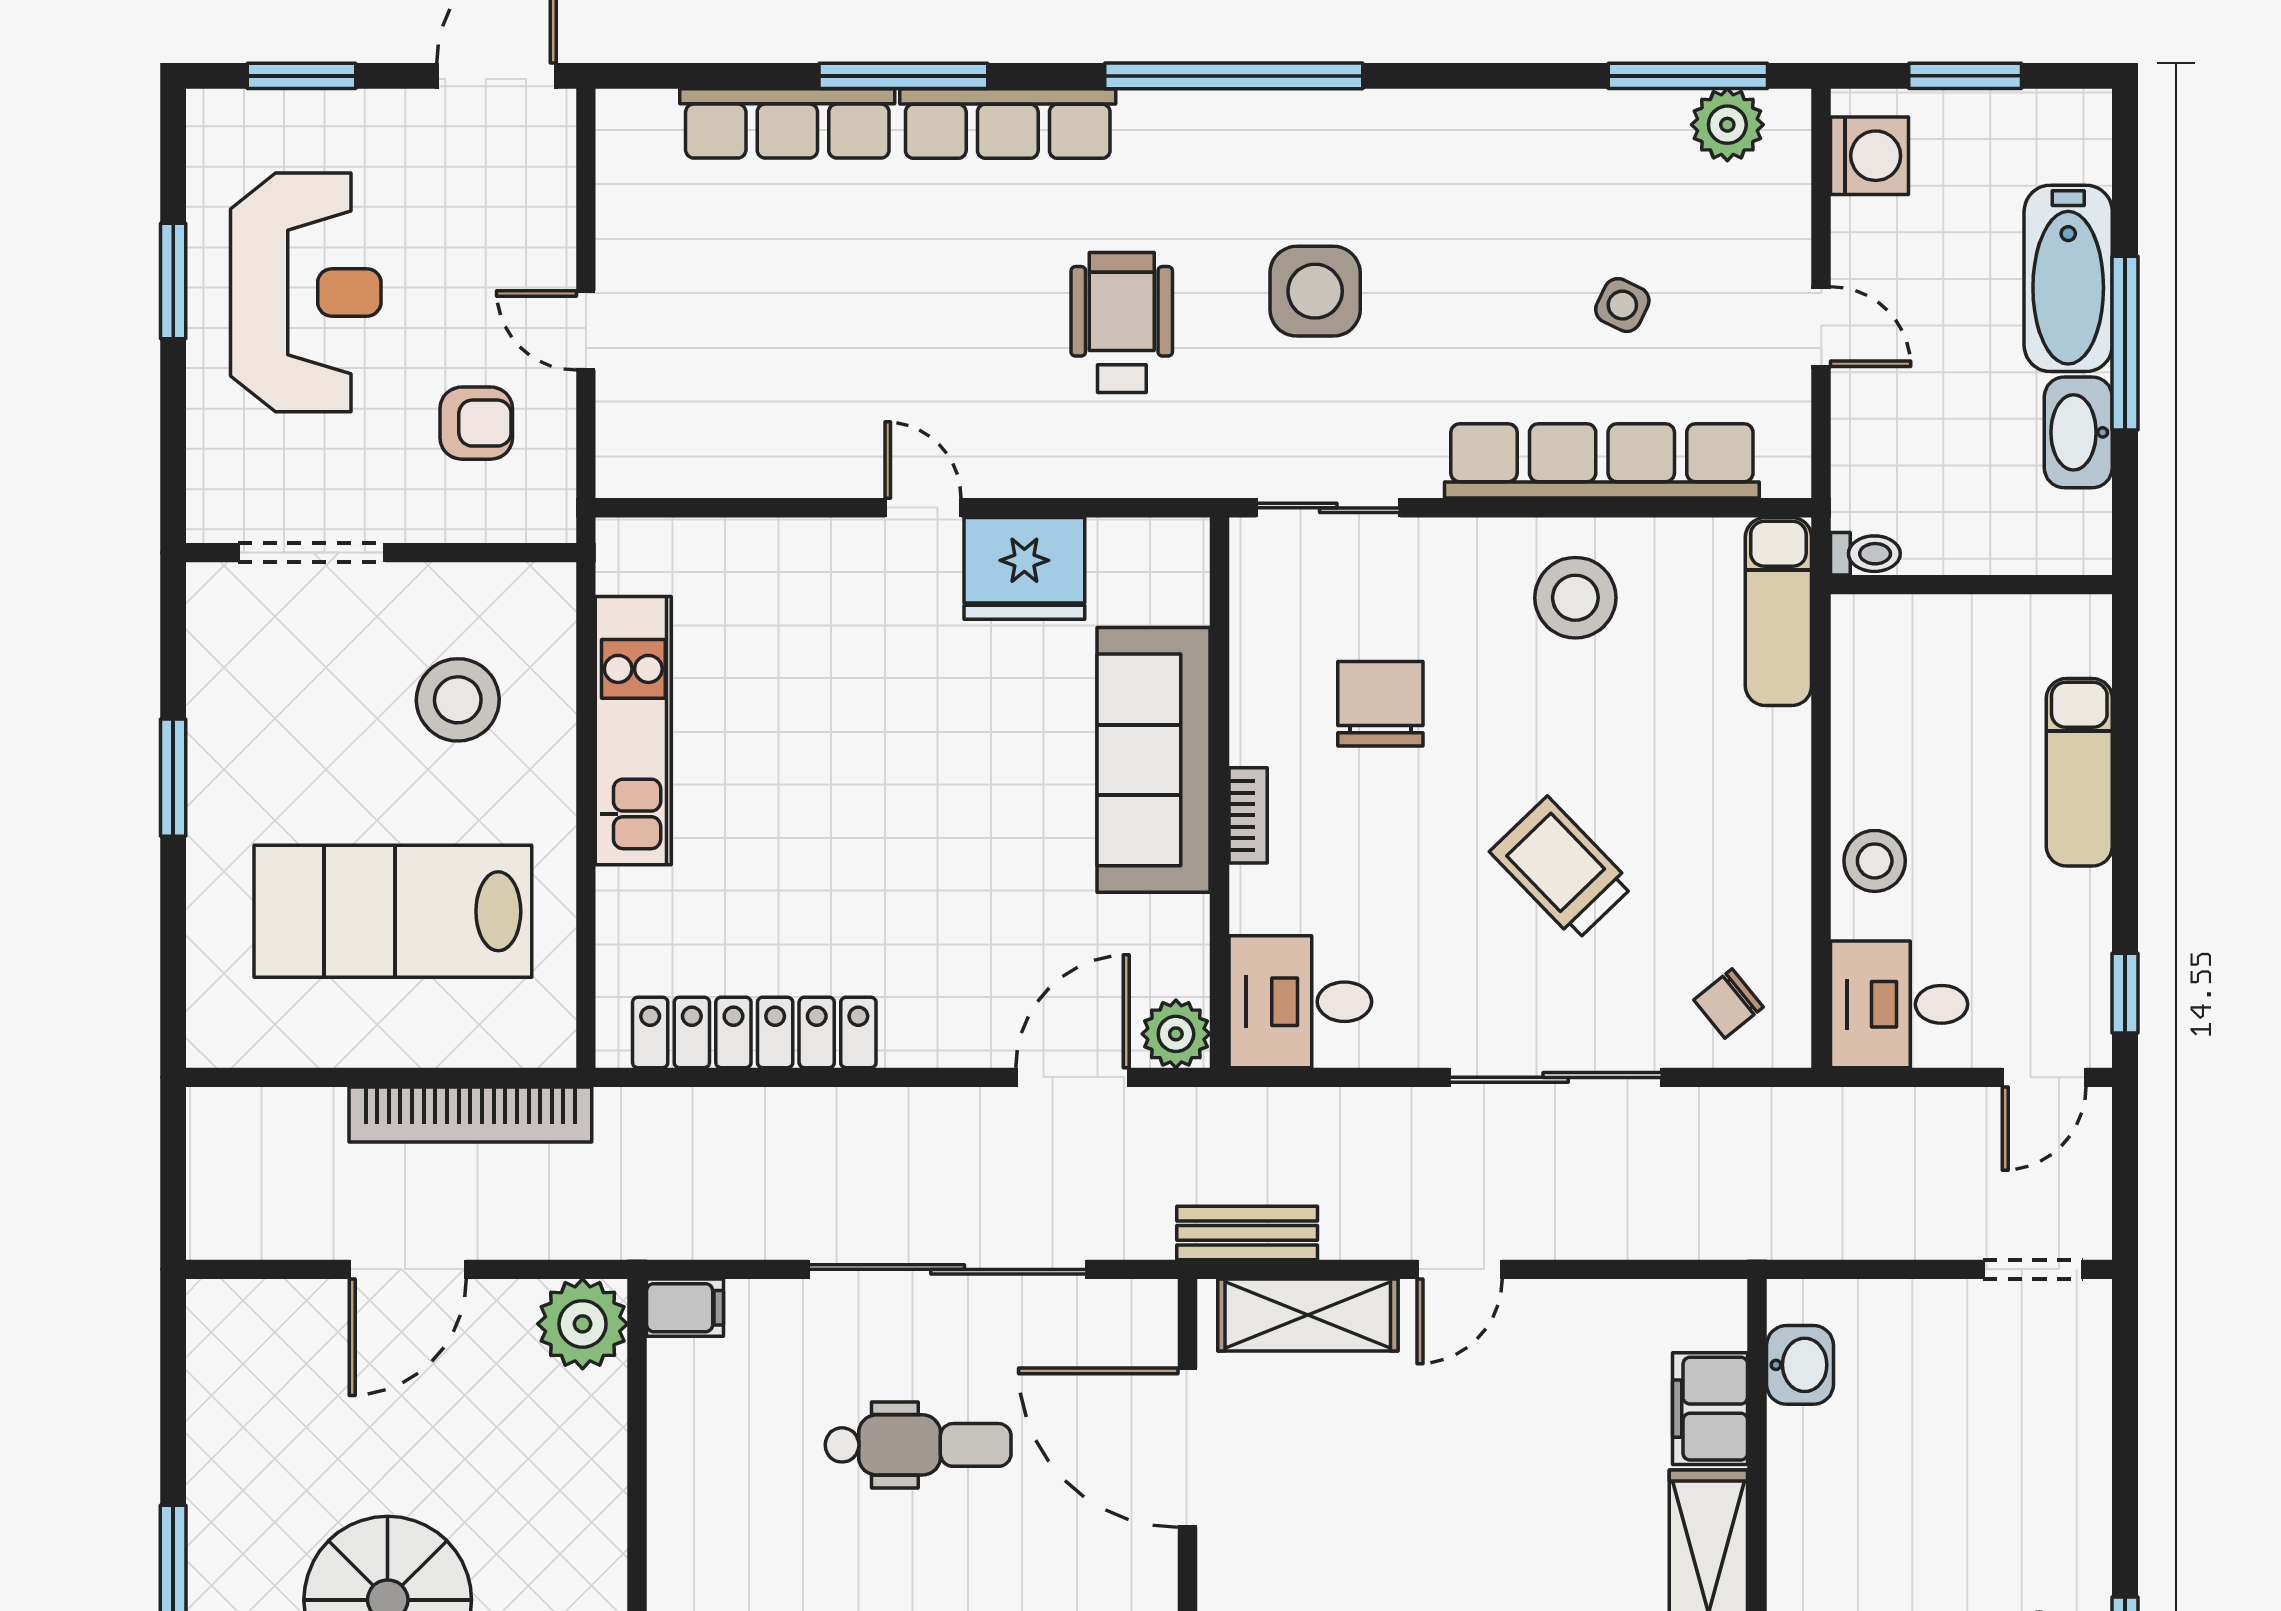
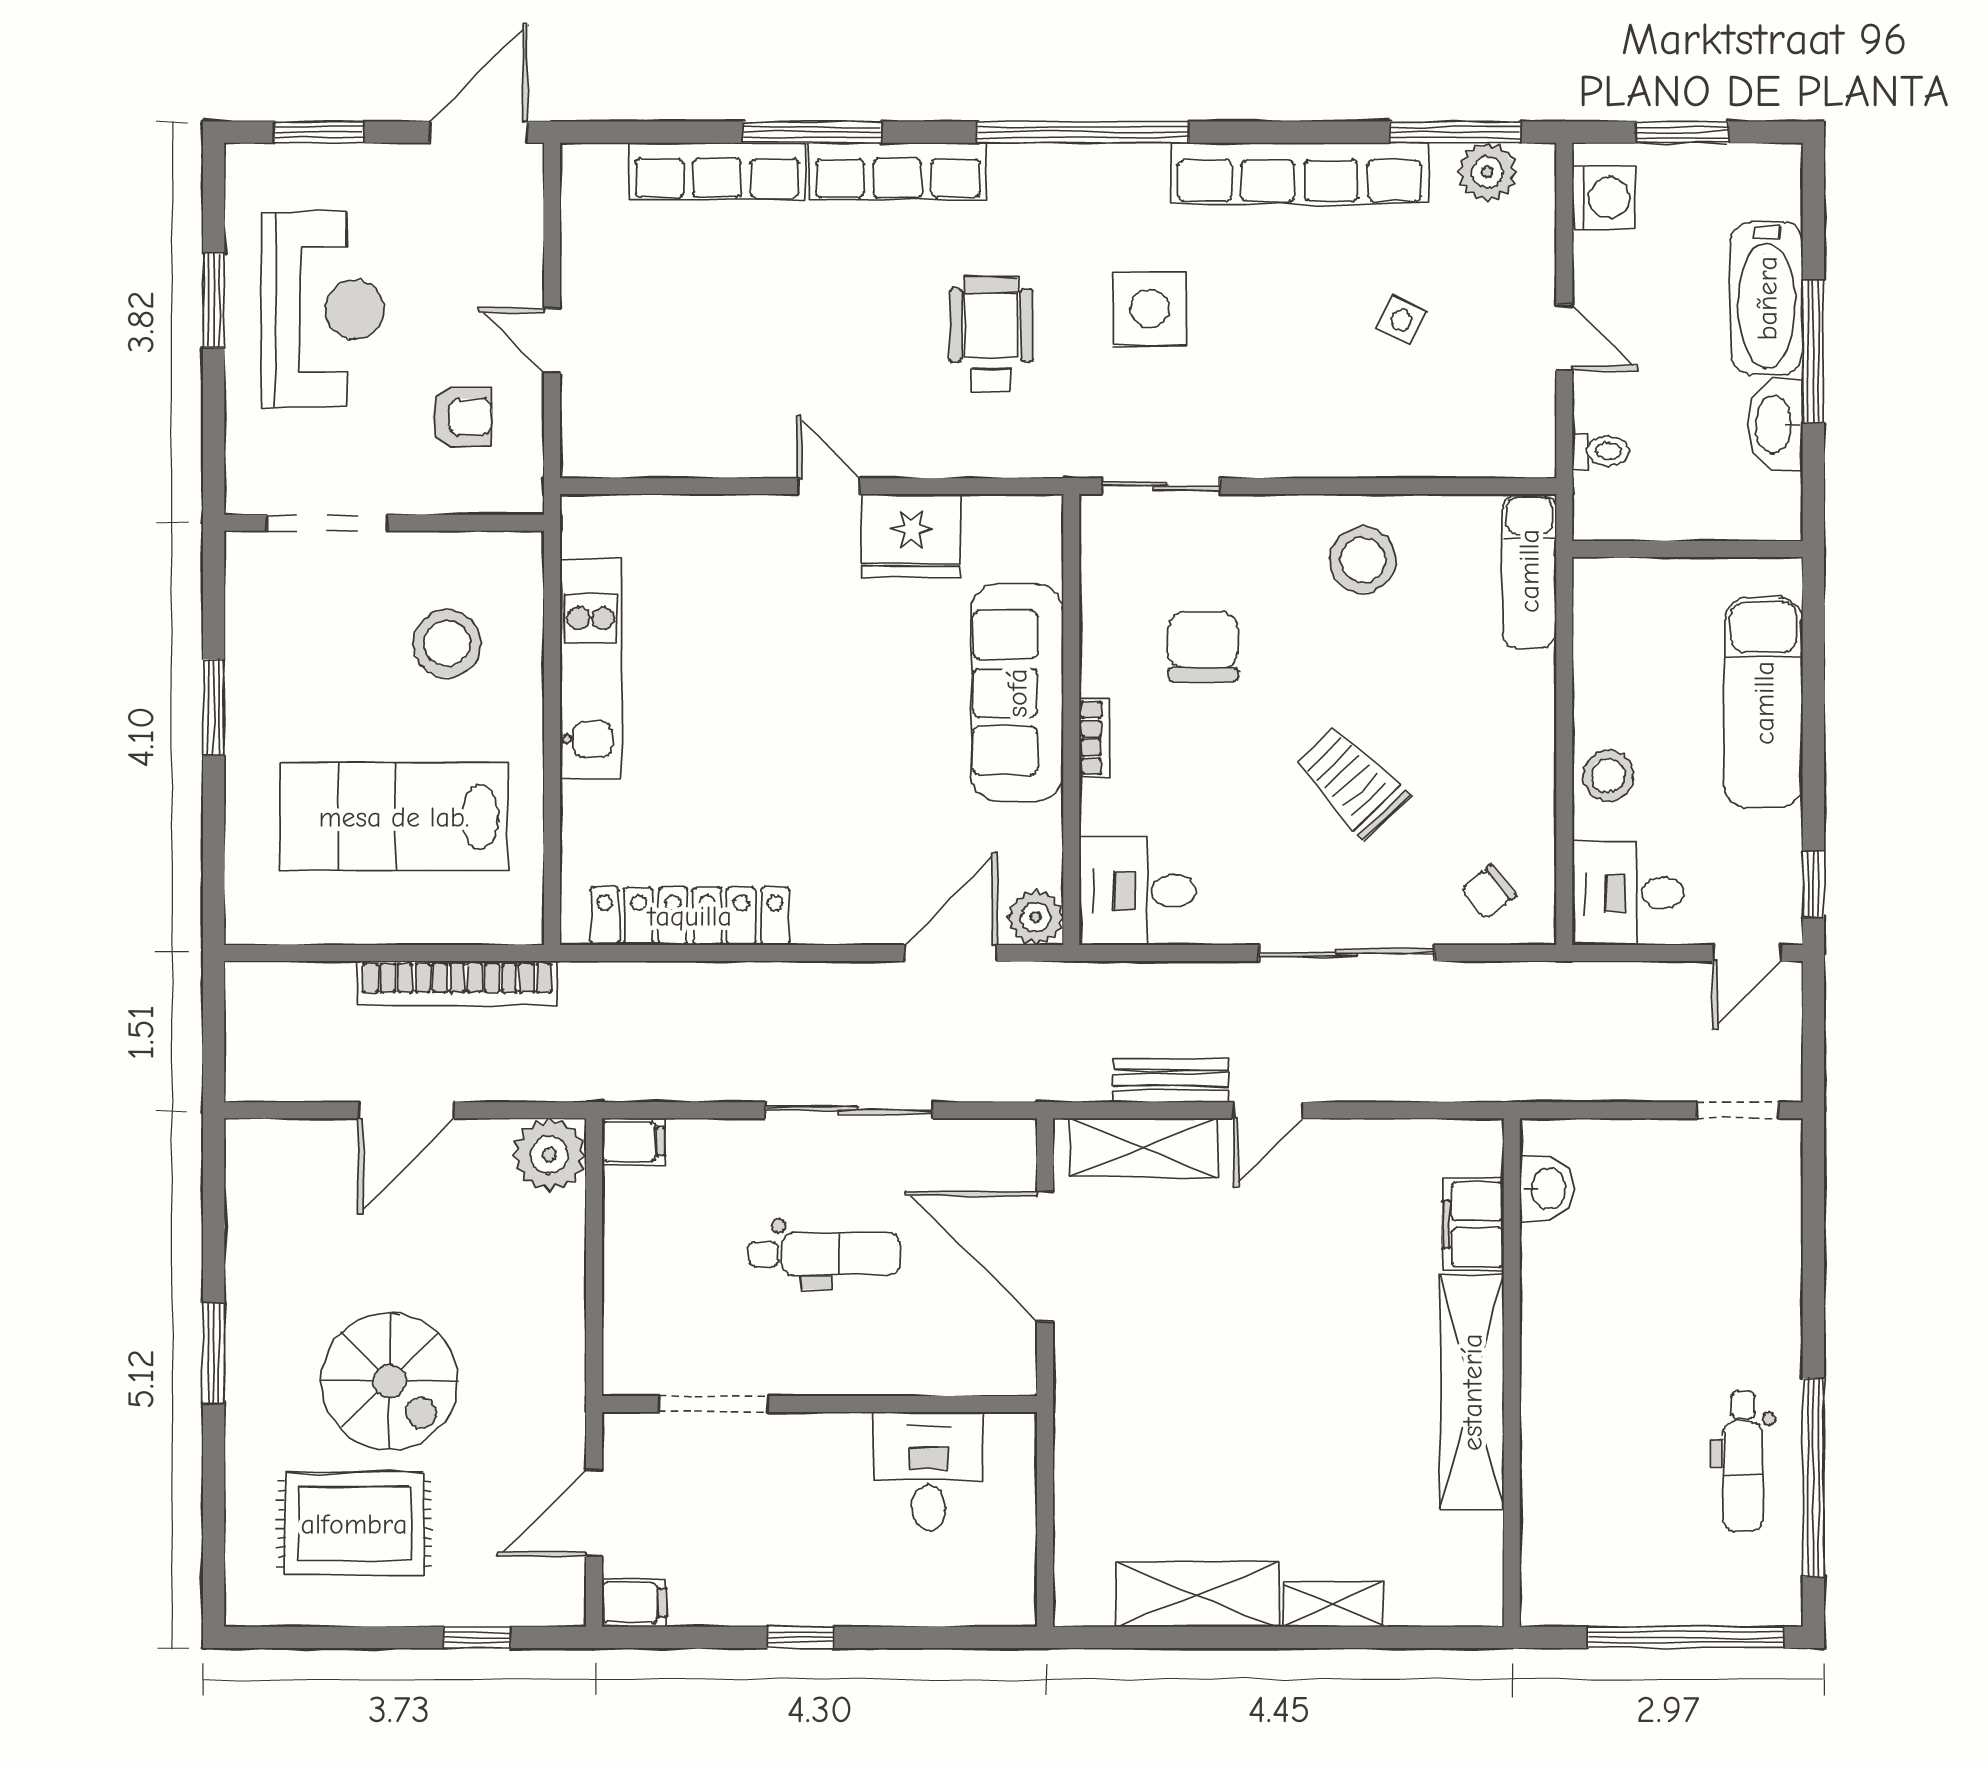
row of seats: (1602, 461) -> (1299, 173), moved, turned 180
toilet: (1865, 554) -> (1601, 451), moved
exam couch: (2079, 772) -> (1764, 703), width x1.36, depth x1.45
bench: (1247, 1233) -> (1171, 1080), moved
sliding door: (948, 1269) -> (848, 1110), width x0.73

